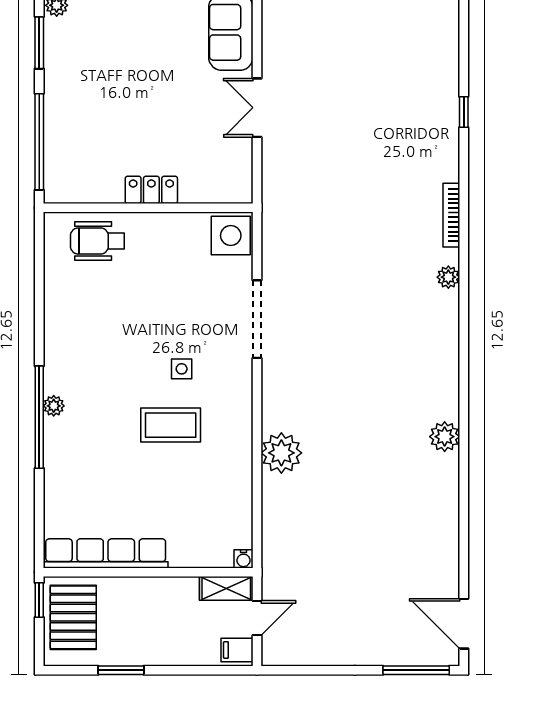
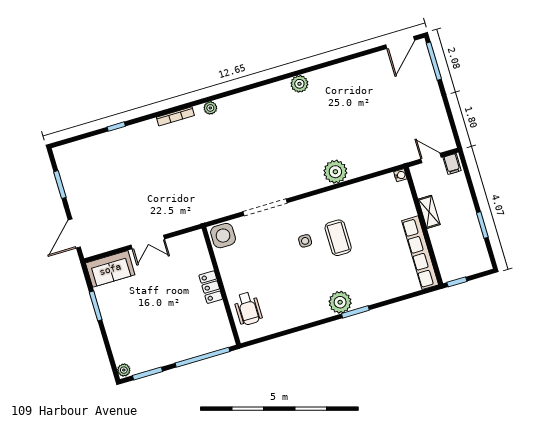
plant: (54, 406) -> (340, 302), width x1.87, depth x1.87
window: (39, 417) -> (355, 312), width x0.47
shelving: (226, 588) -> (429, 212), moved
pallet: (73, 617) -> (461, 260), removed

